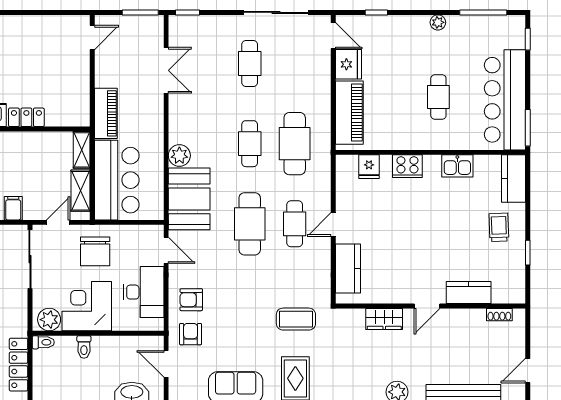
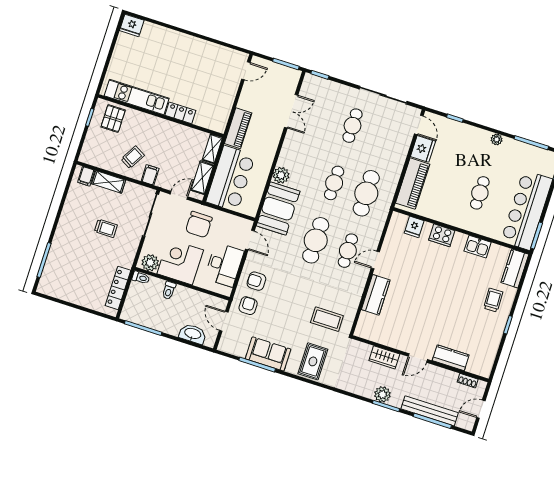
kitchen counter: (469, 293) -> (451, 358), moved
door: (427, 306) -> (418, 358), moved
wall: (431, 306) -> (420, 359), moved
shoe rack: (499, 315) -> (468, 381), moved
wardrobe: (384, 319) -> (384, 357), moved

